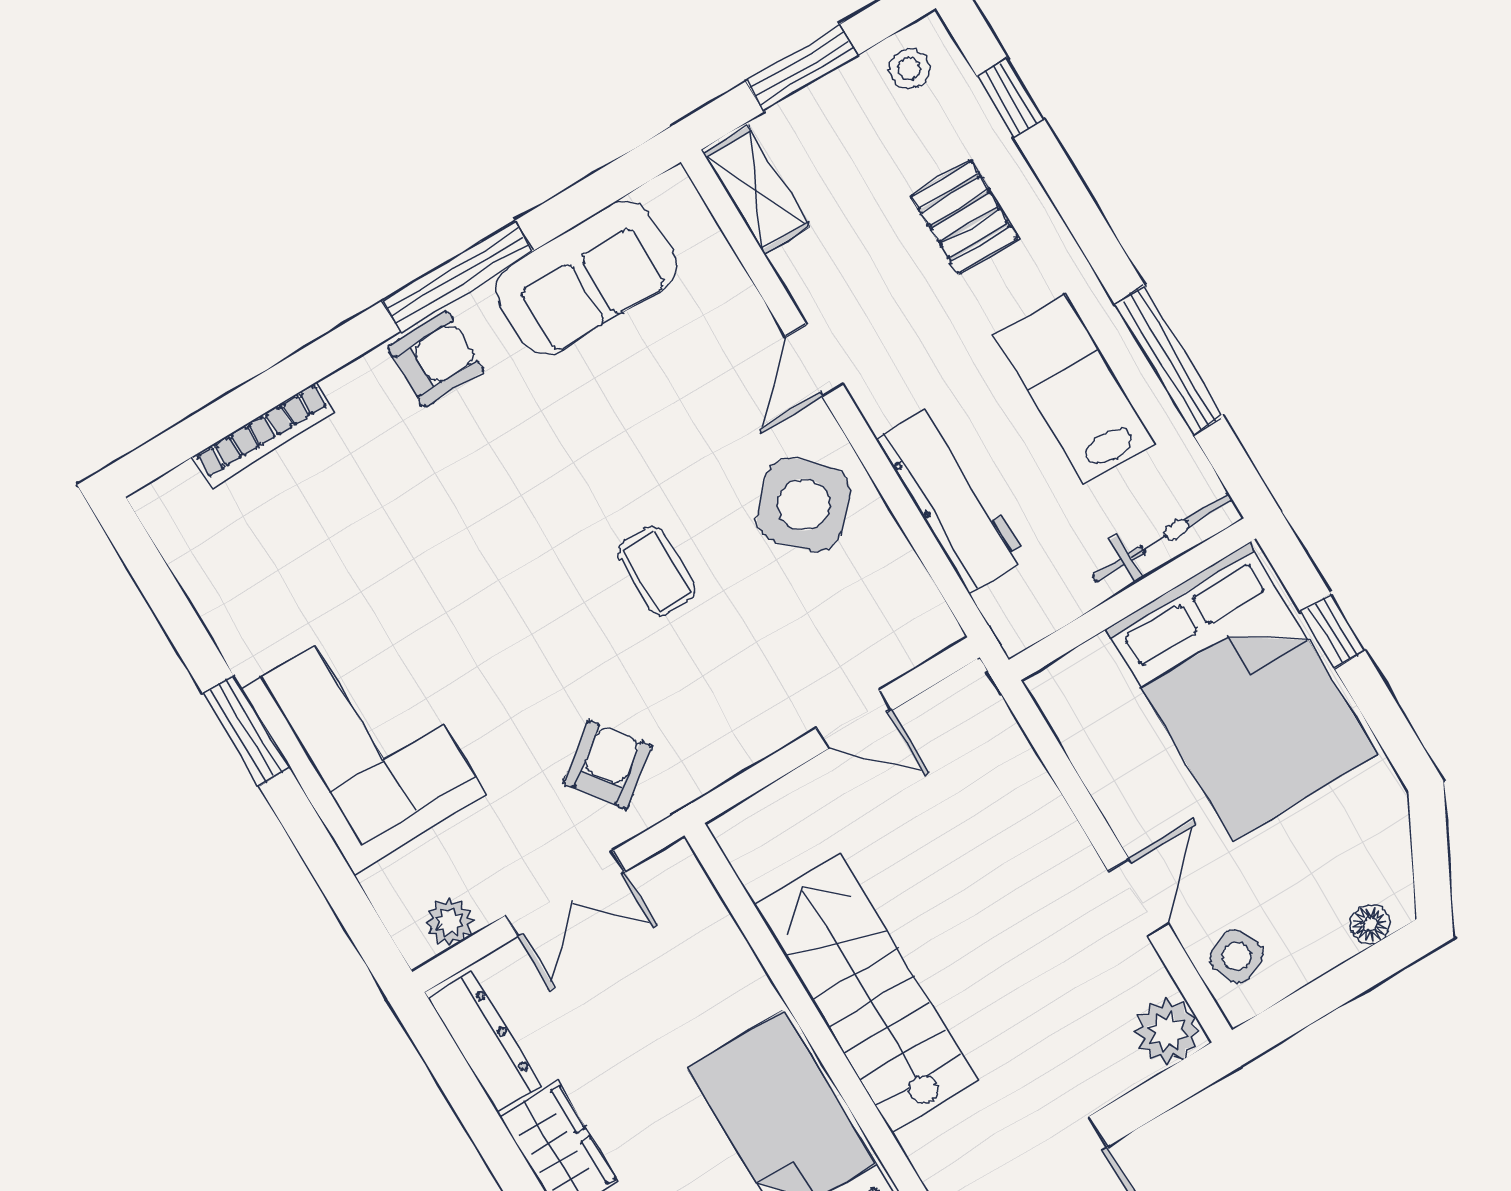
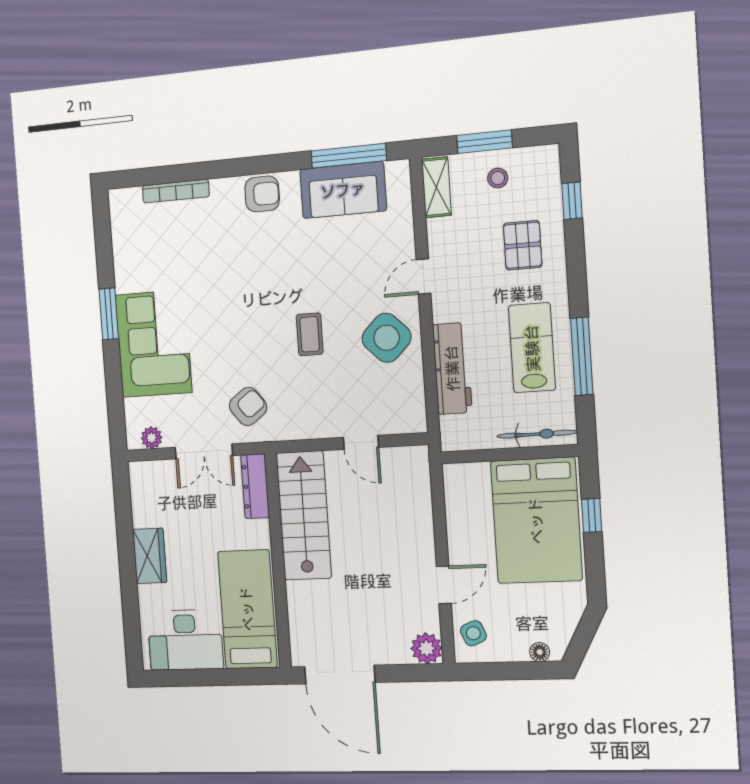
stool: (909, 69) -> (498, 178), moved
window: (457, 276) -> (349, 156), moved
stairs: (866, 993) -> (304, 515), moved
dresser: (485, 1042) -> (255, 486), moved, turned 180

